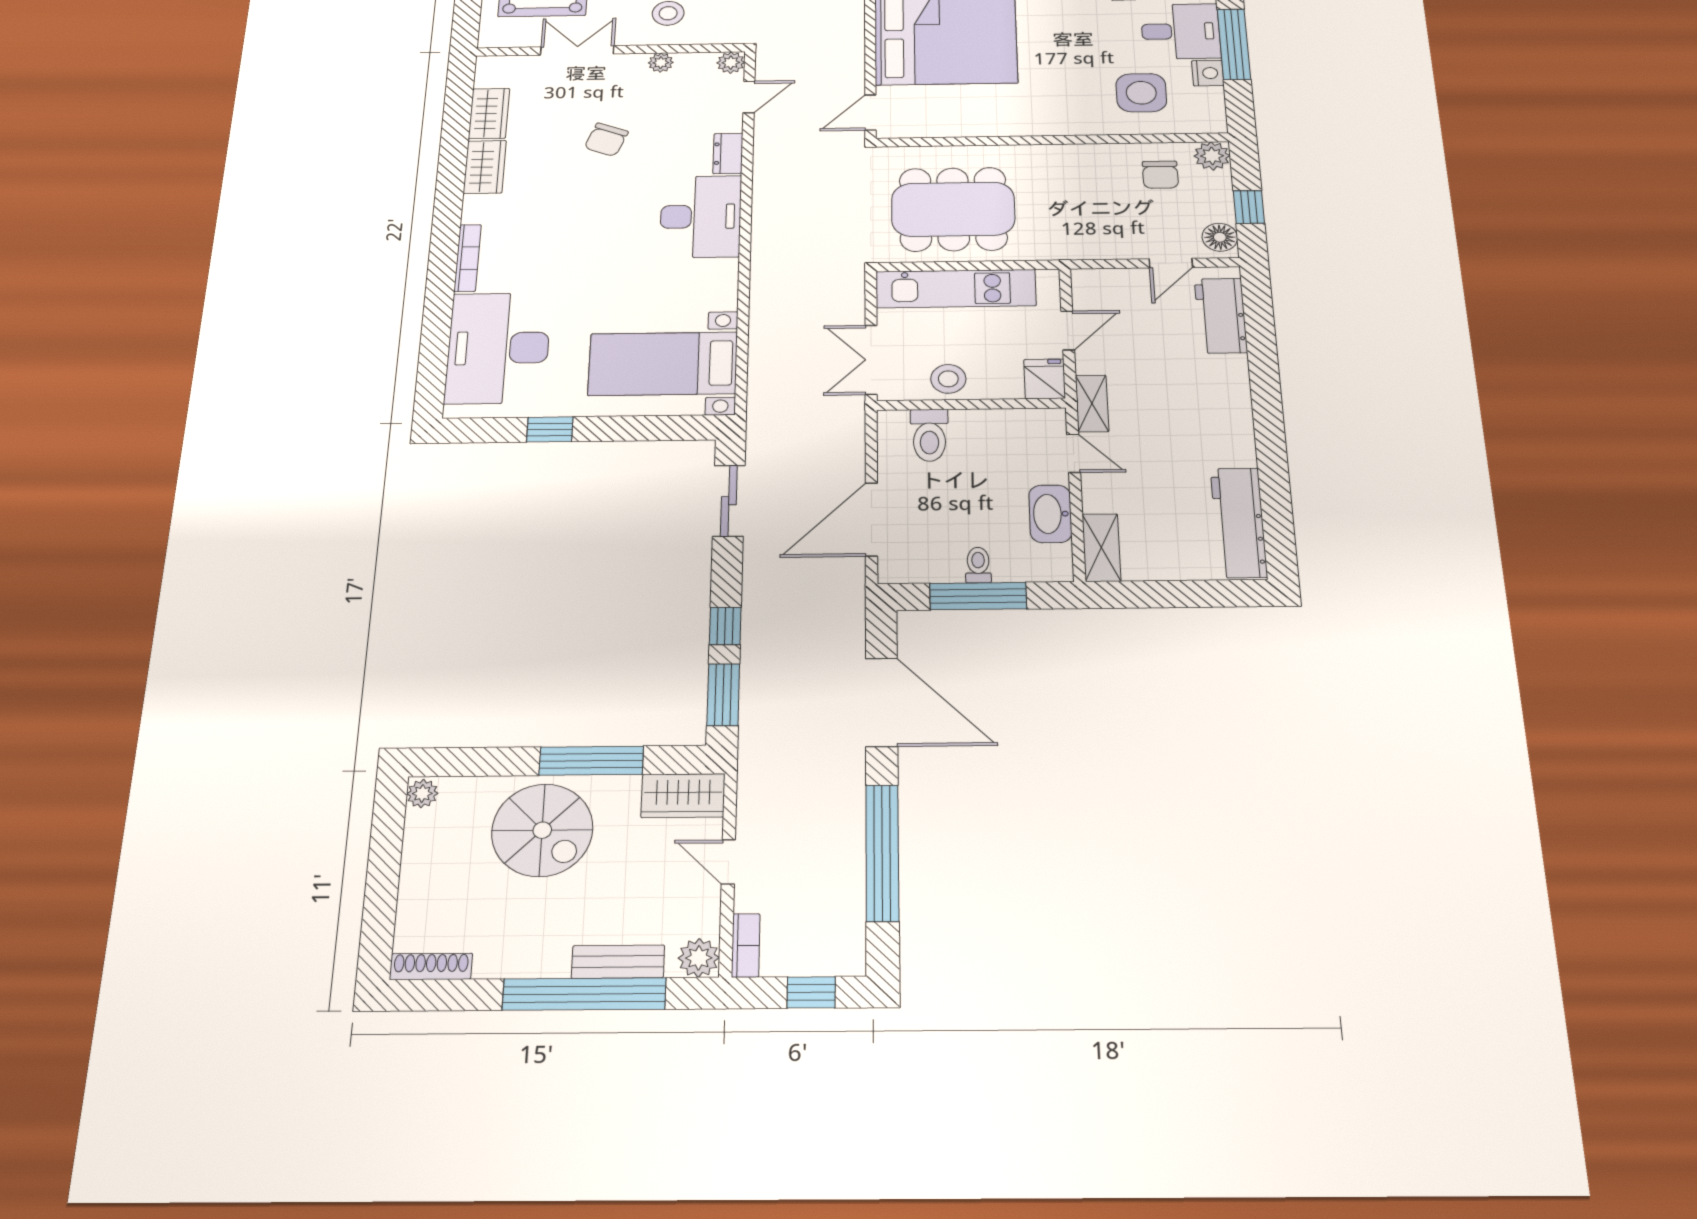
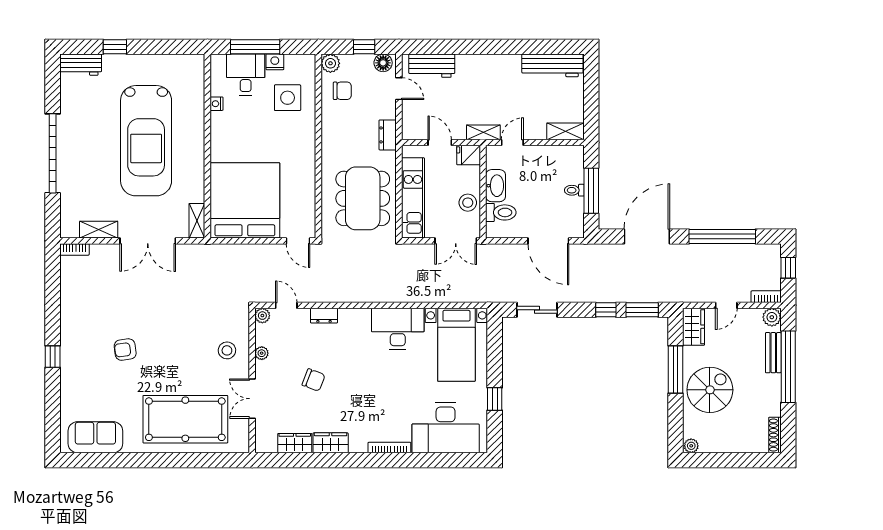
desk: (701, 217) -> (398, 329), moved
dresser: (1079, 247) -> (388, 135), added
washbasin: (1050, 514) -> (496, 186), moved, turned -90

